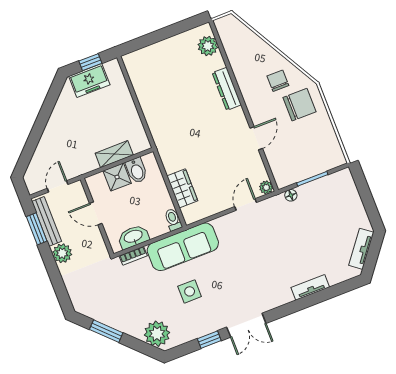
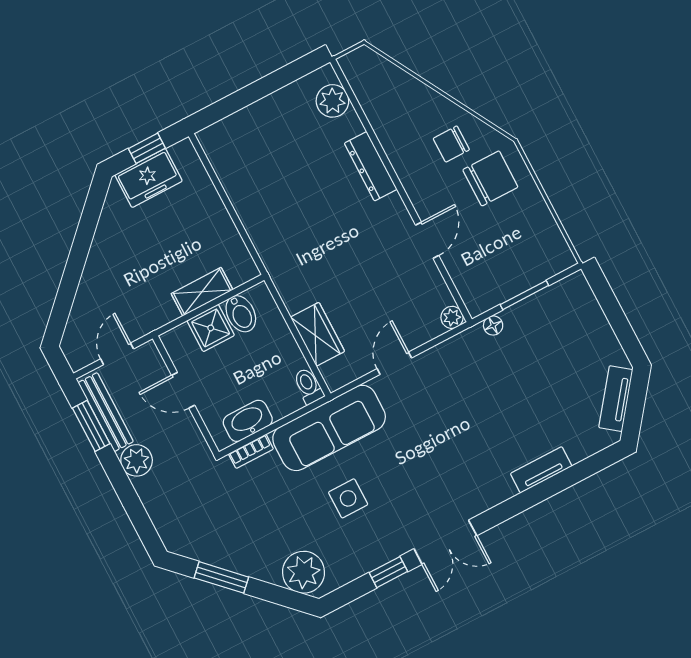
chair: (278, 81) -> (451, 144), turned -90
door: (246, 205) -> (394, 363), moved

